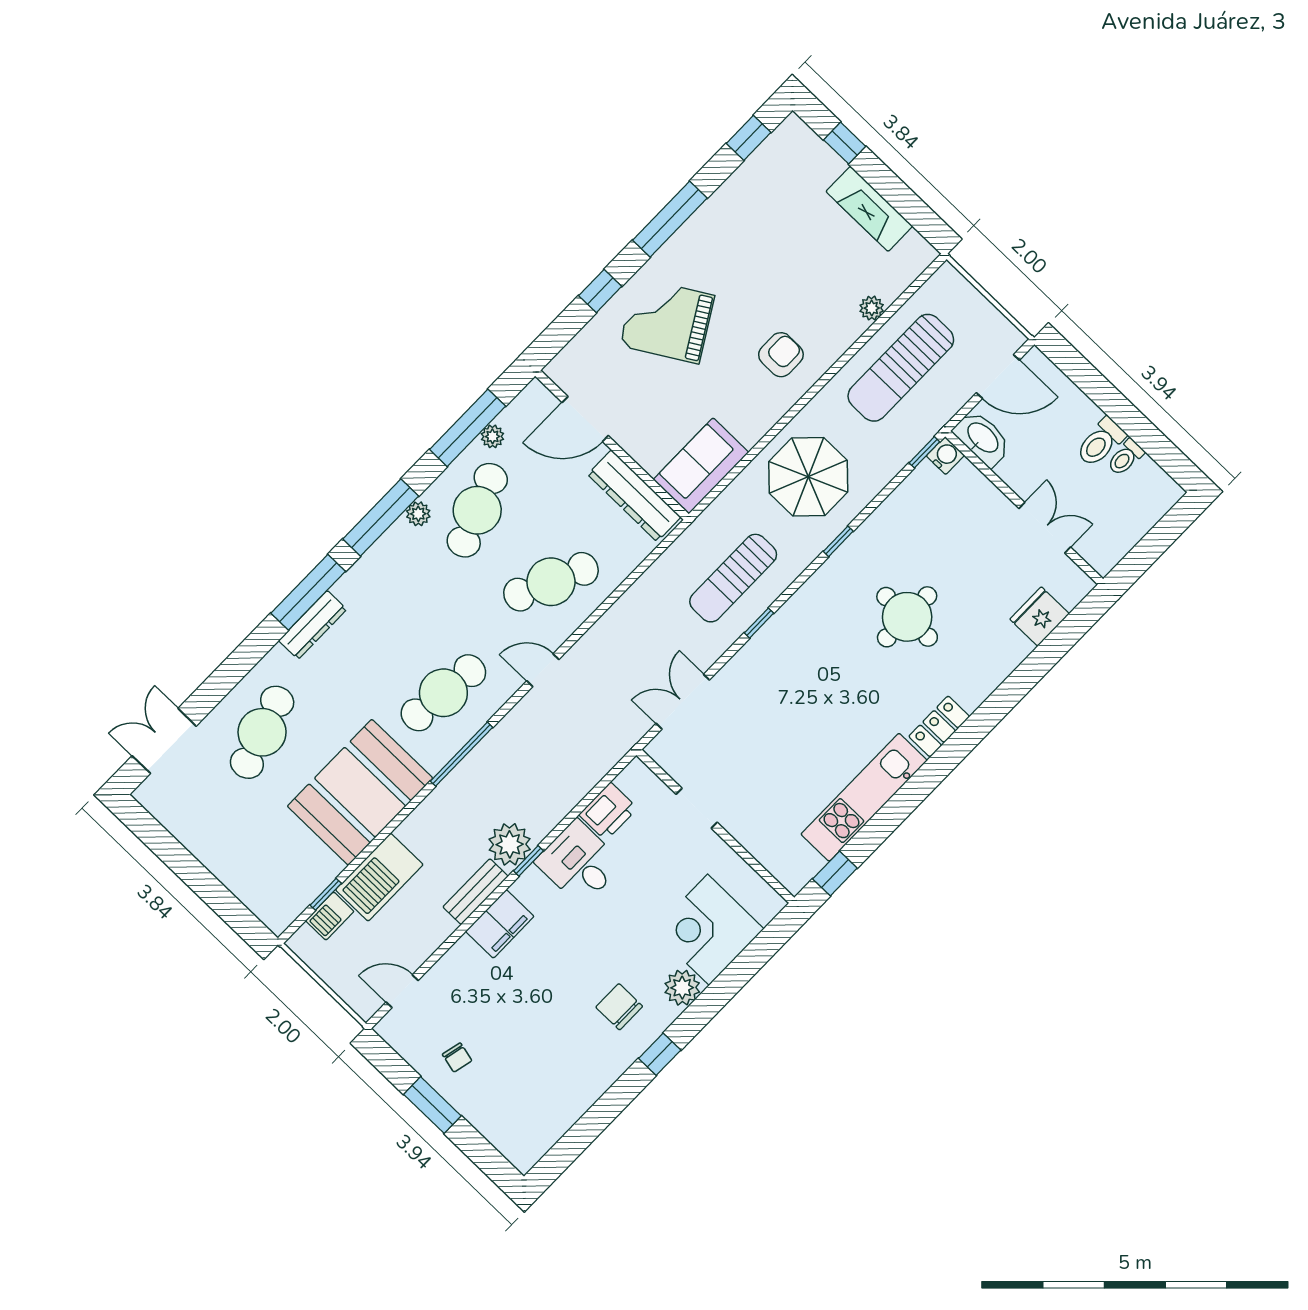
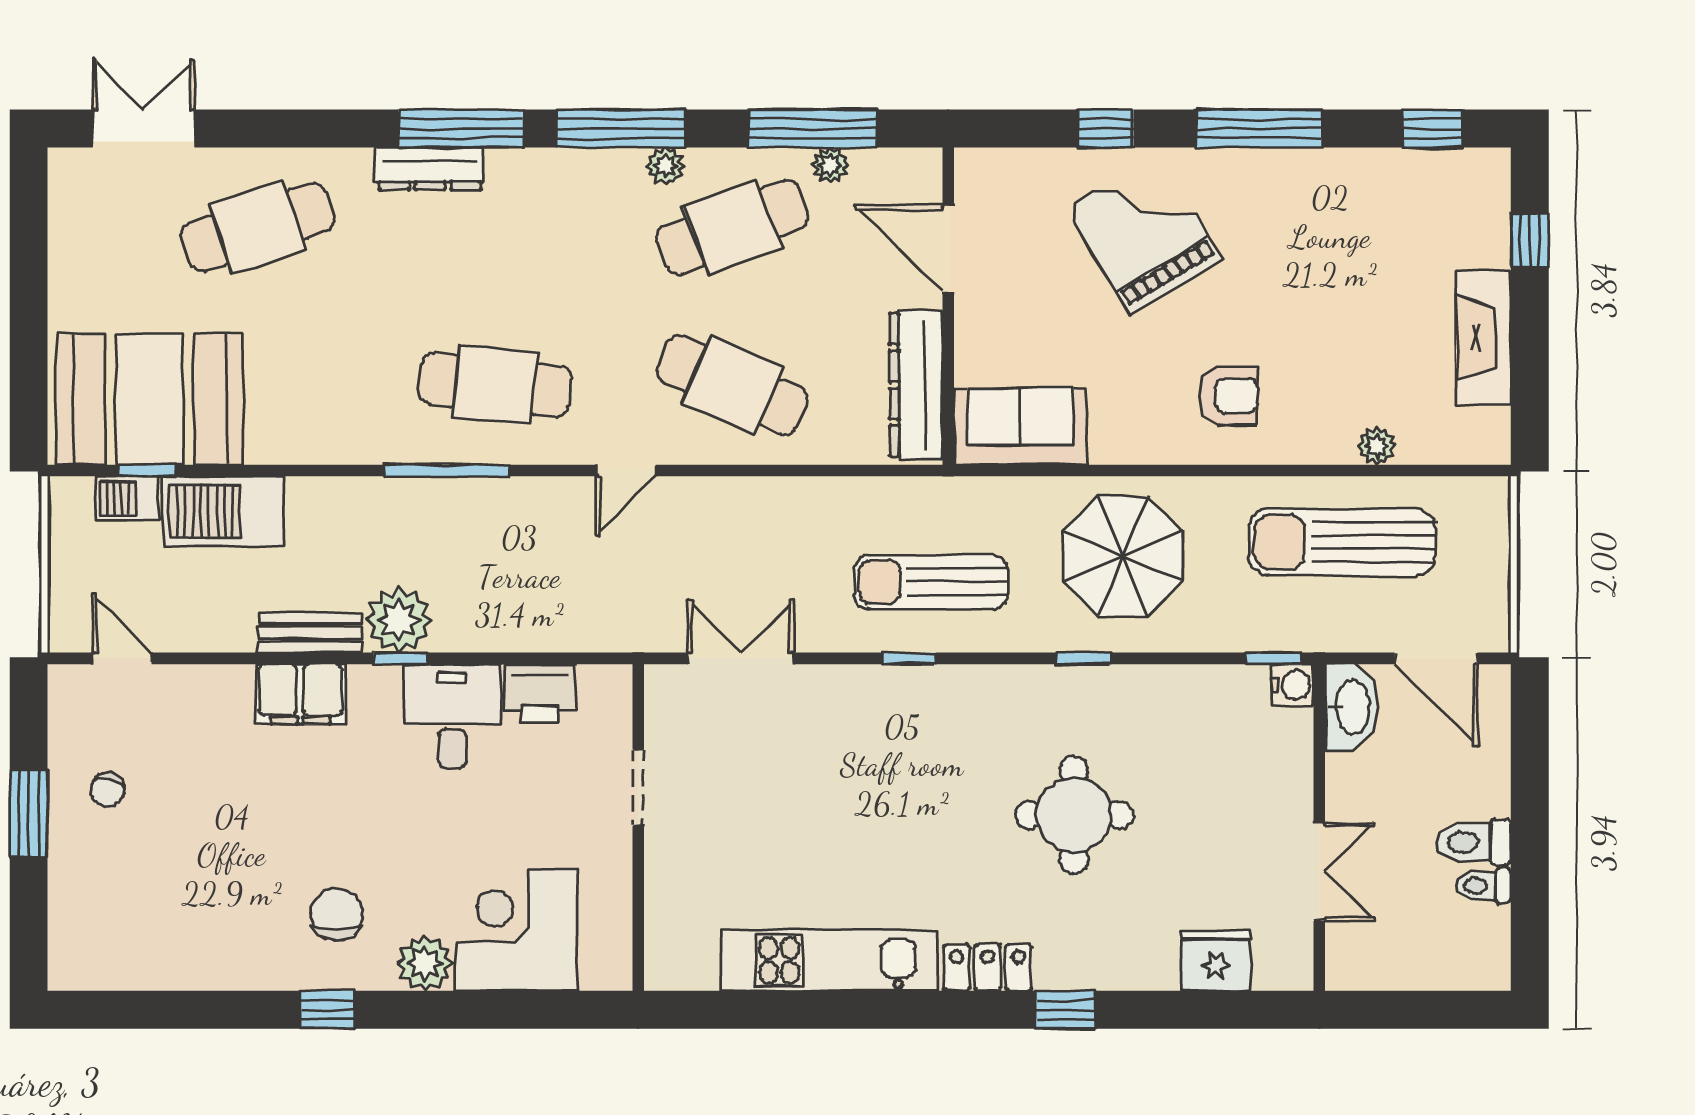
door: (543, 670) -> (626, 470), swing flipped
booth: (360, 792) -> (150, 399), moved
window: (835, 873) -> (1066, 1010), moved

